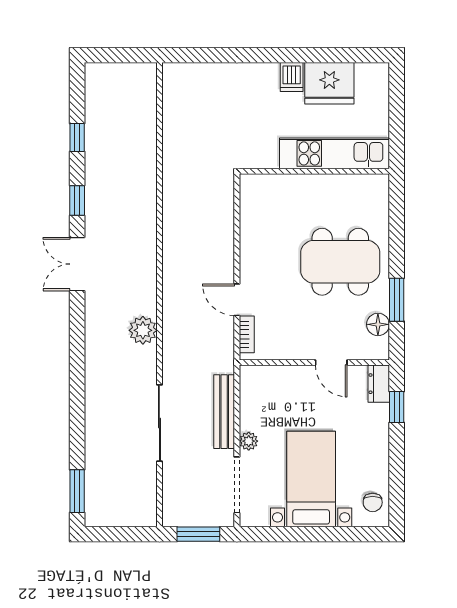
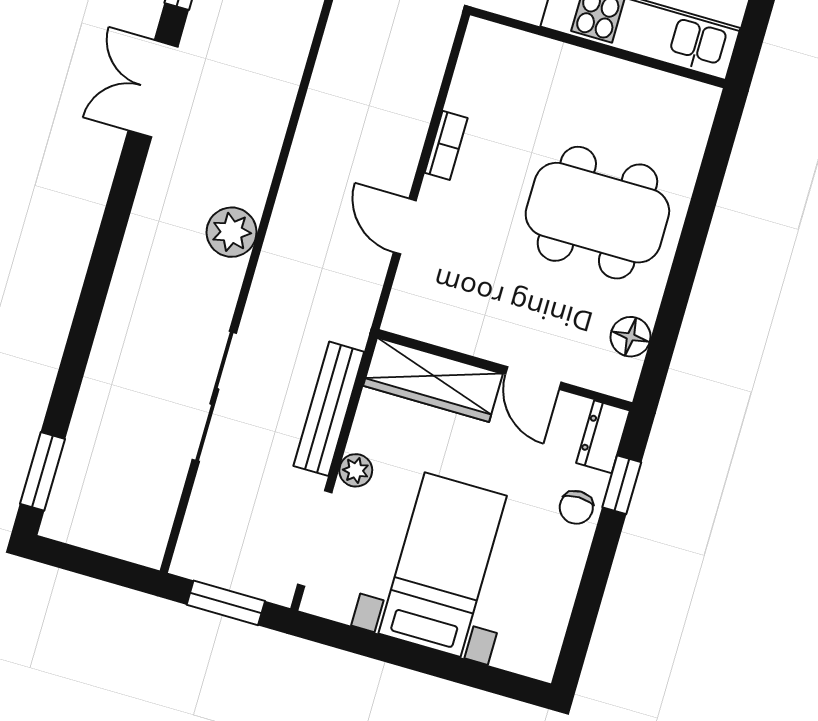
window: (397, 300) -> (674, 304), removed
bookcase: (247, 334) -> (446, 145), moved
wardrobe: (277, 379) -> (433, 380), added
chair: (373, 502) -> (576, 507), moved

